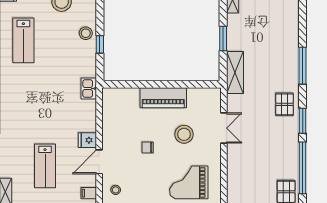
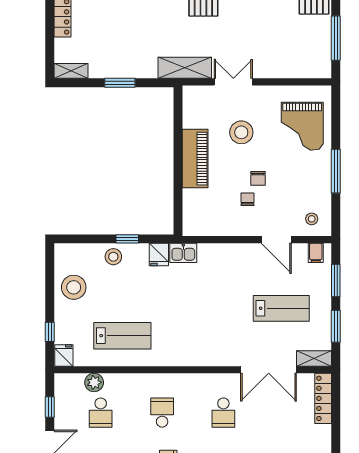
shelving: (235, 72) -> (185, 68), moved
chair: (131, 139) -> (248, 199), added
fridge: (87, 140) -> (159, 255), moved

